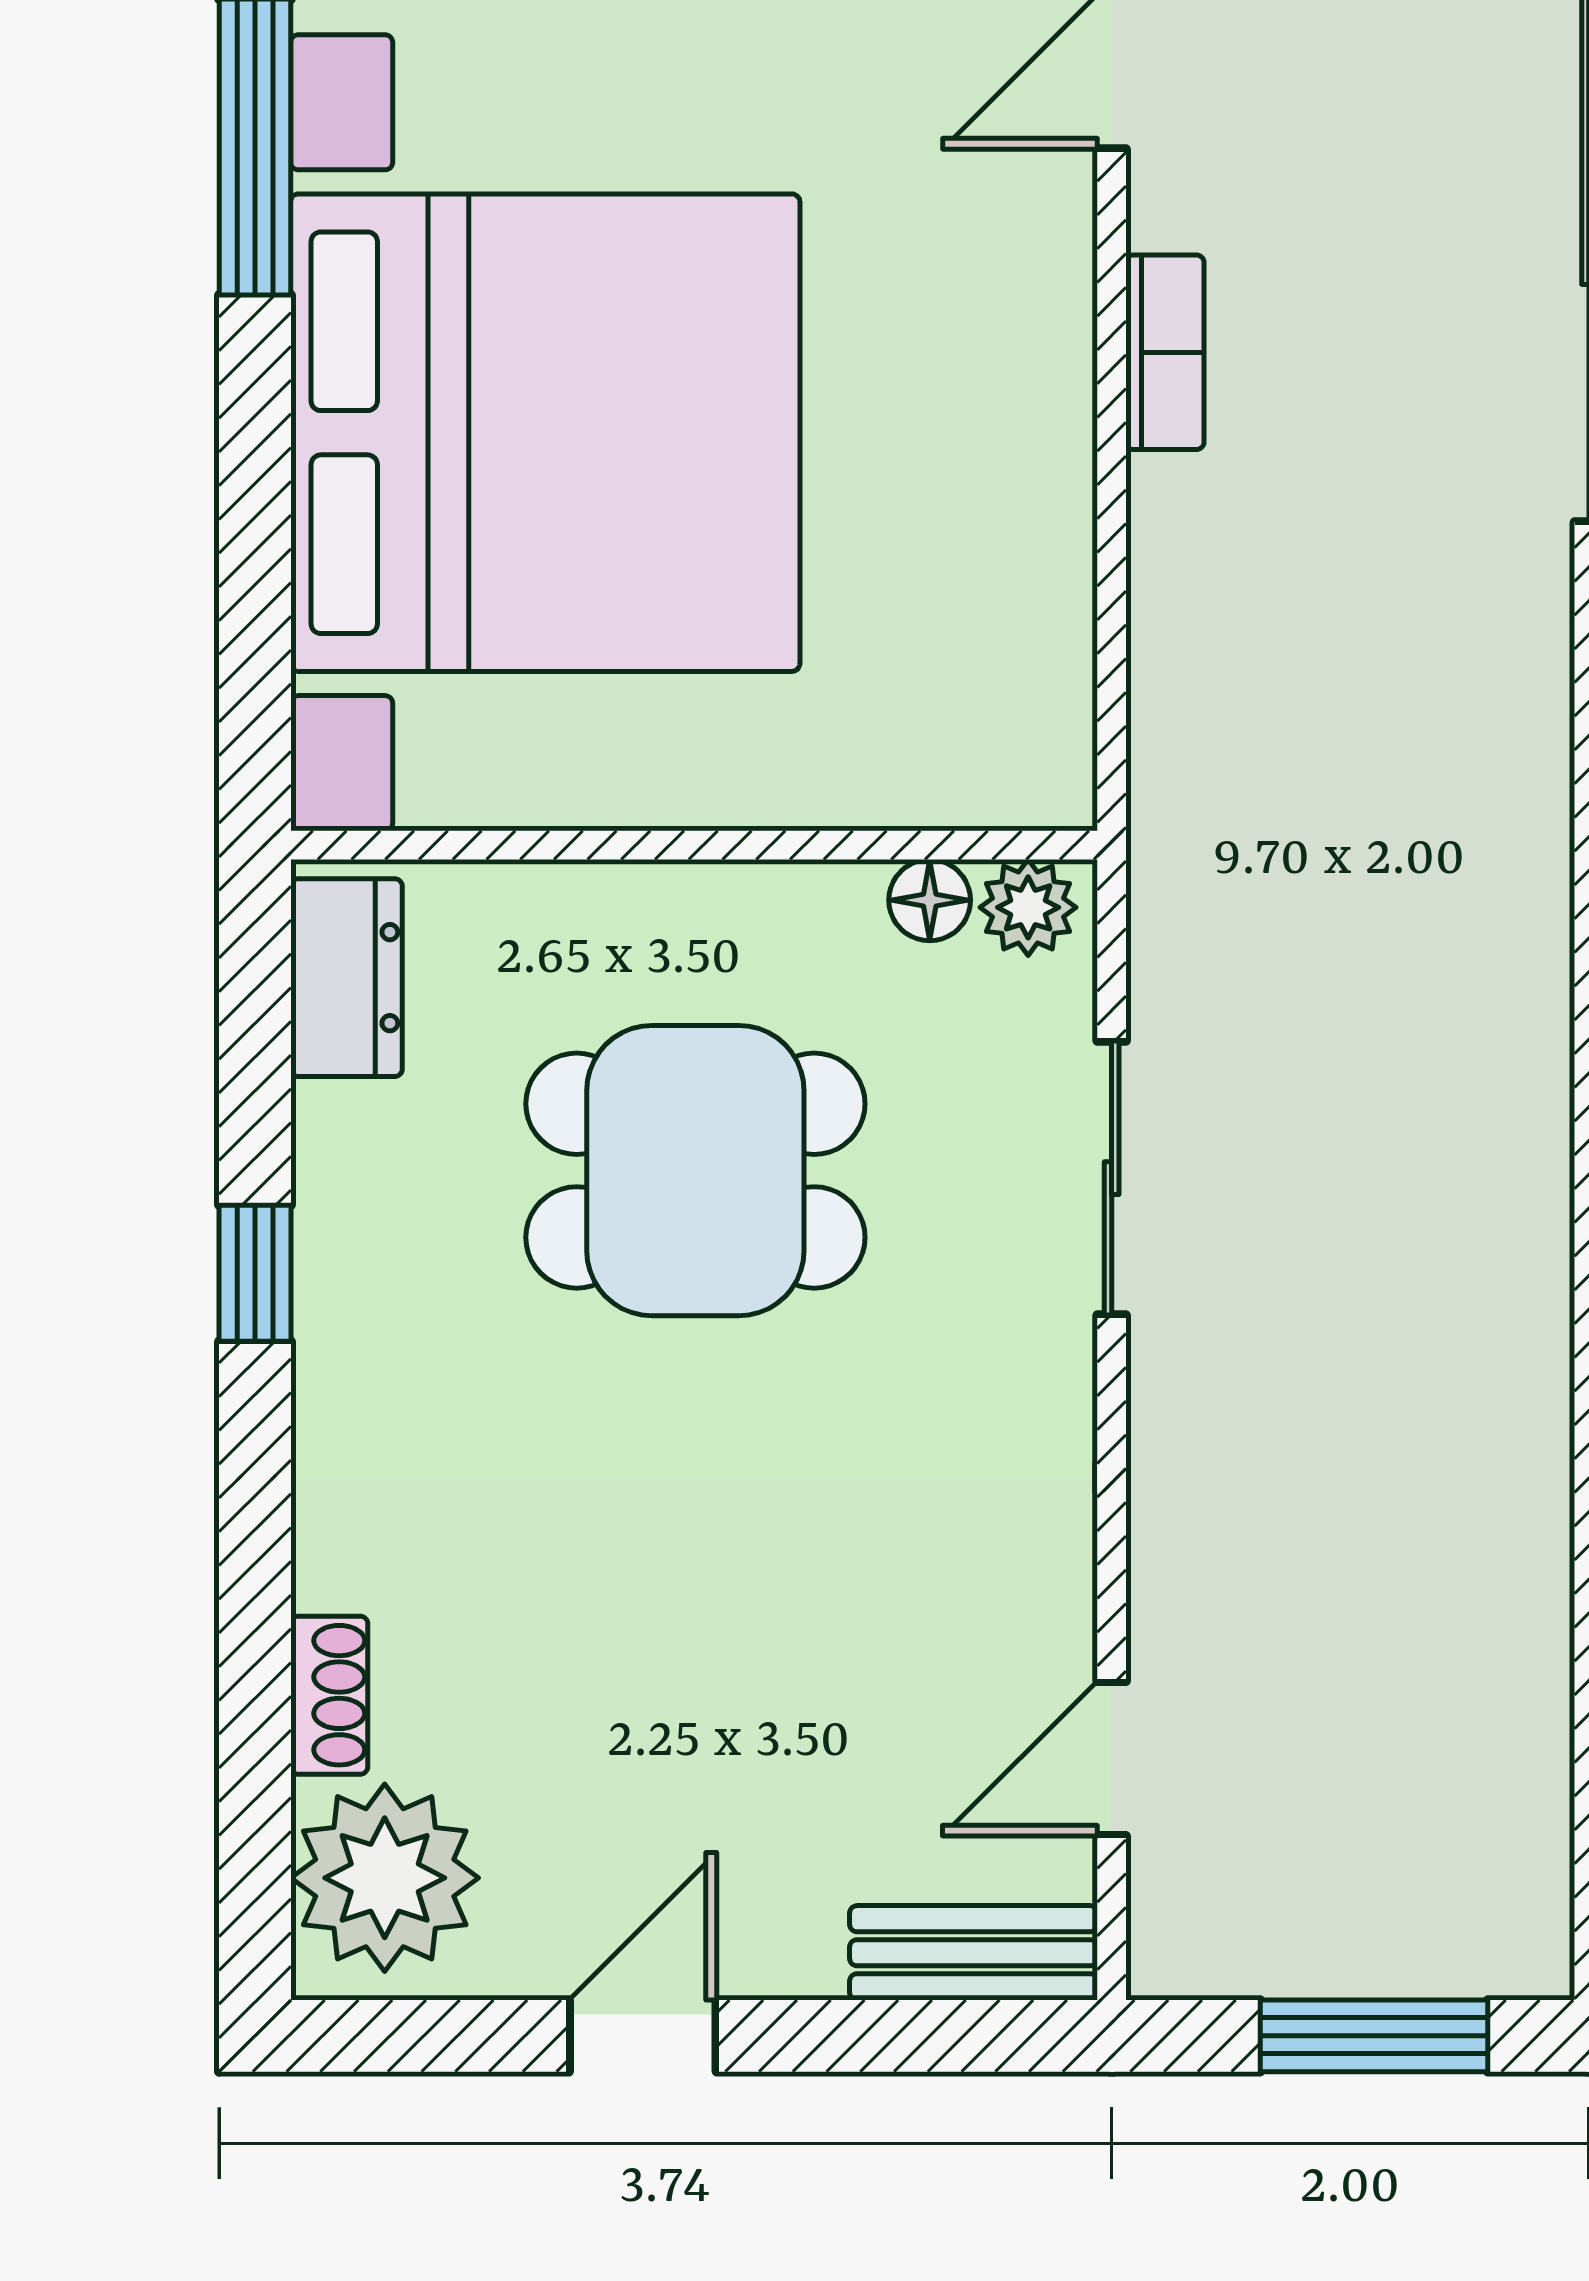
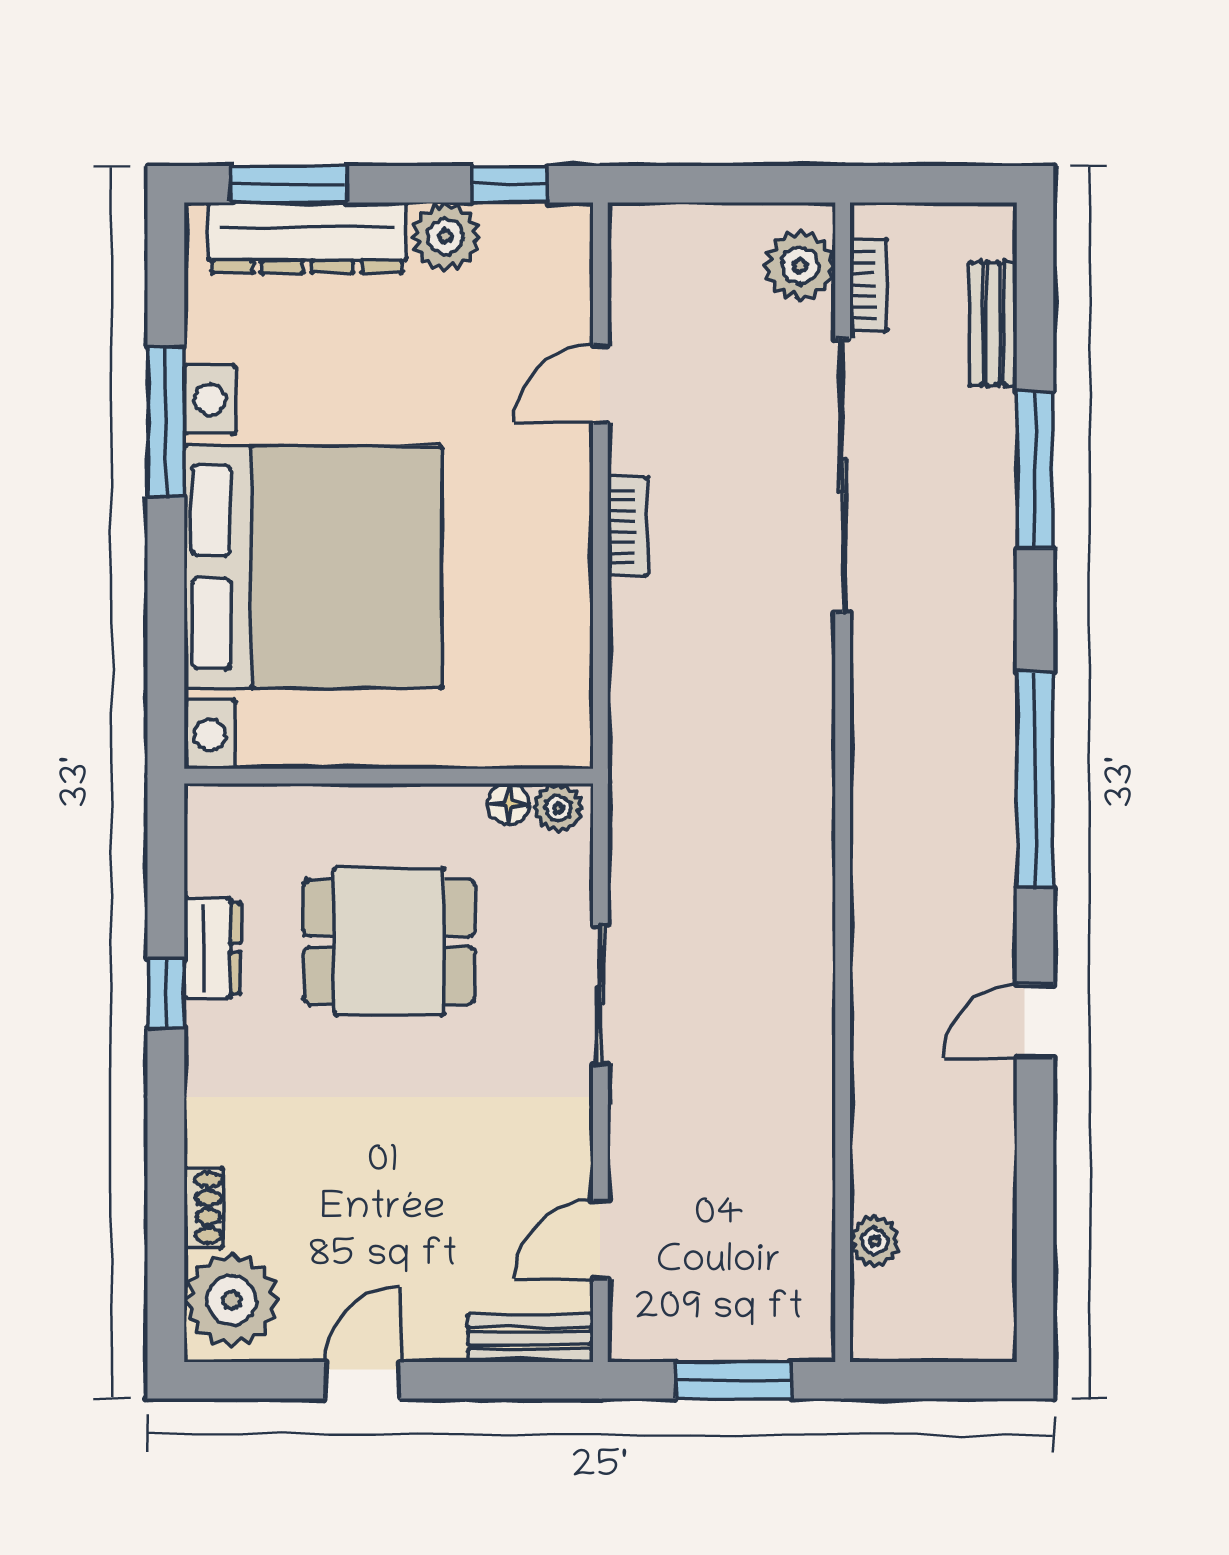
dresser: (346, 978) -> (212, 948), moved
sliding door: (1112, 1178) -> (600, 995), moved

